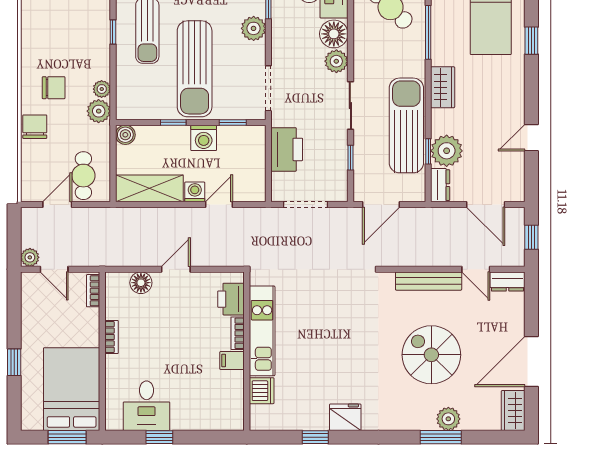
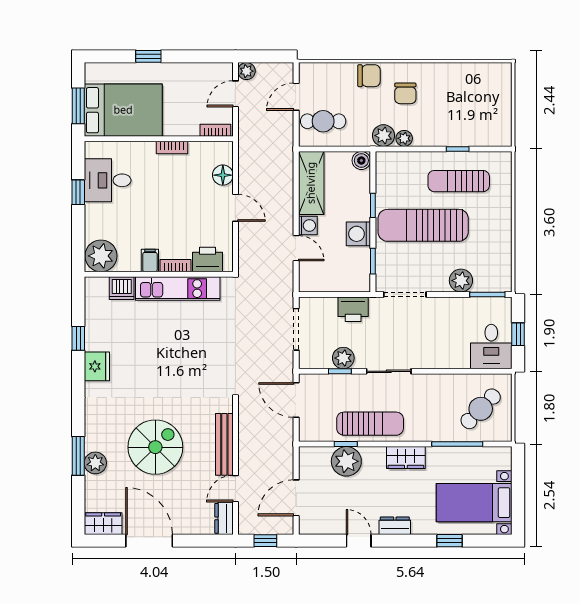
floor lamp: (334, 34) -> (456, 356), removed
plant: (336, 61) -> (343, 358), moved
sun lounger: (406, 125) -> (370, 424), width x0.73, depth x0.75
printer: (287, 149) -> (353, 309), width x0.73, depth x0.84
dresser: (440, 185) -> (395, 526), moved, turned 180
door: (57, 204) -> (296, 97), swing flipped
plant: (227, 413) -> (101, 256), added

